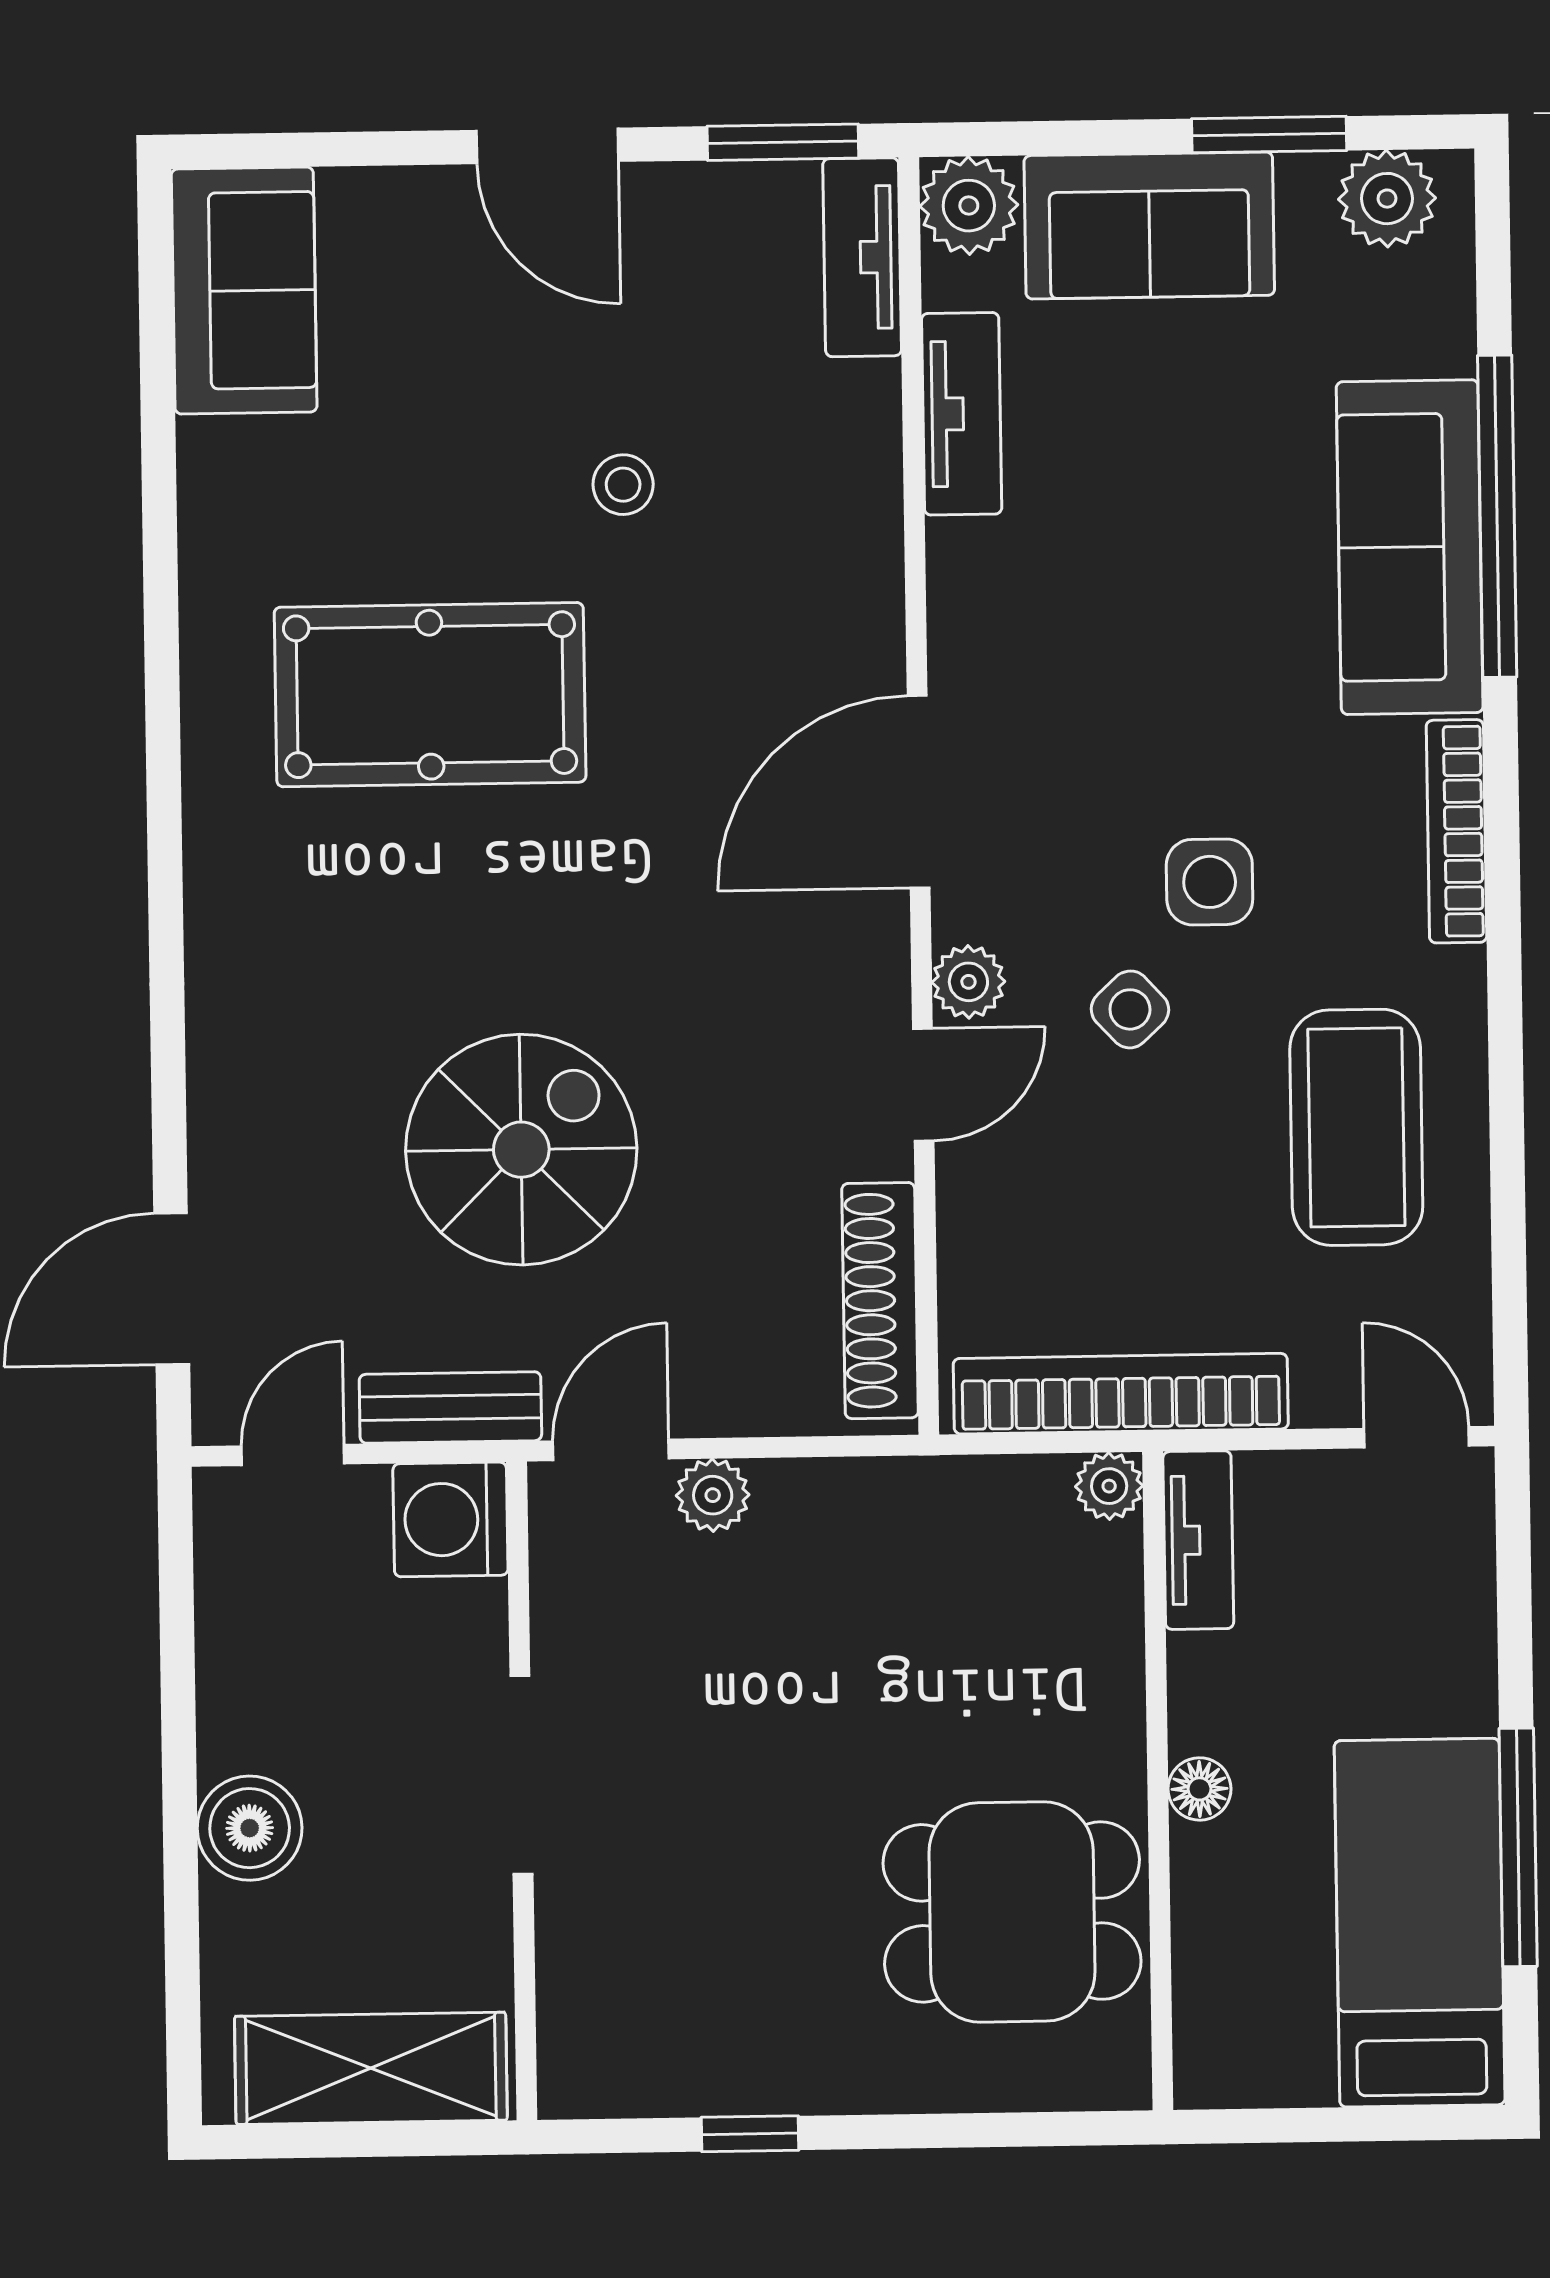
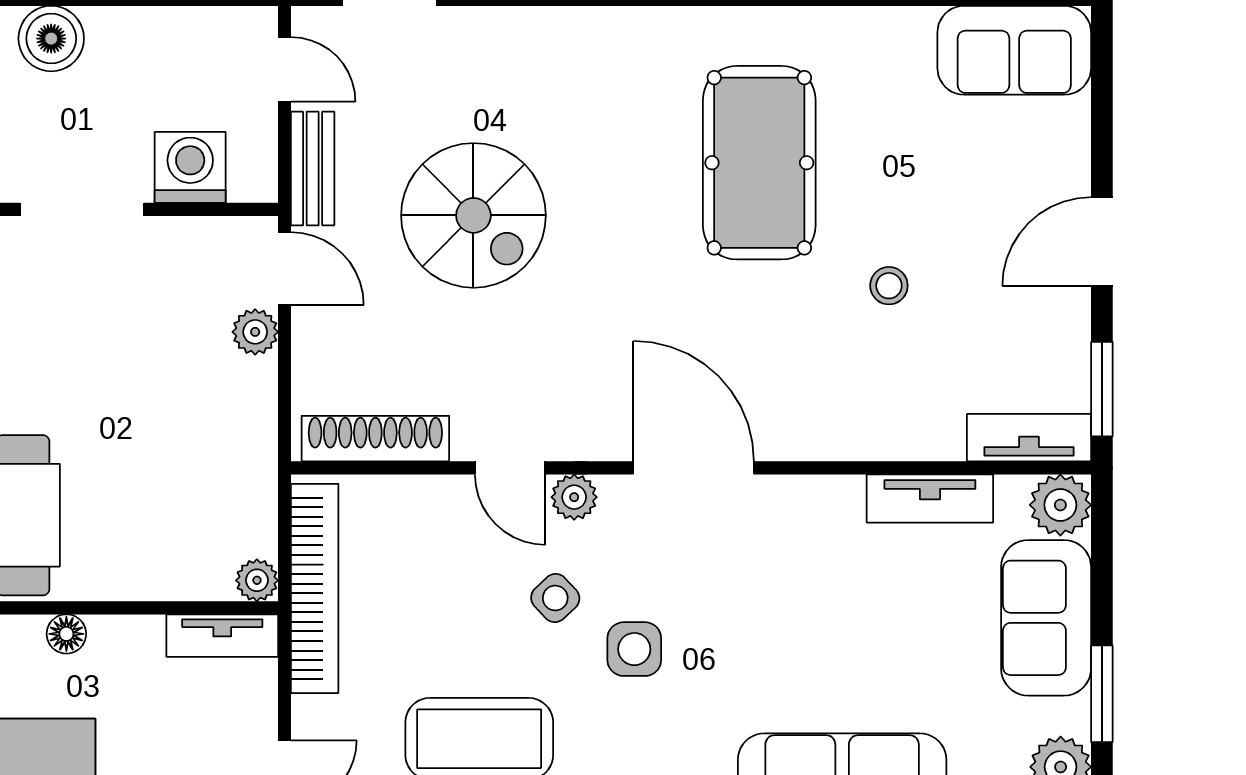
washing machine: (450, 1519) -> (190, 167), moved

